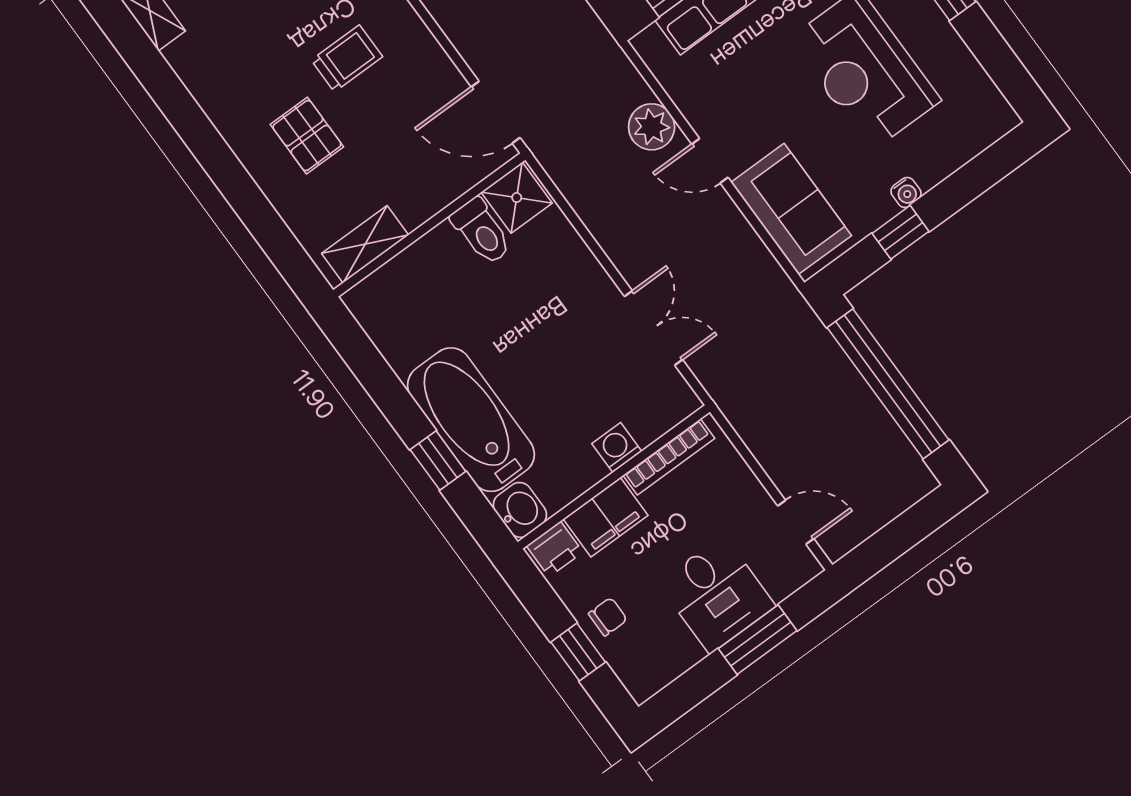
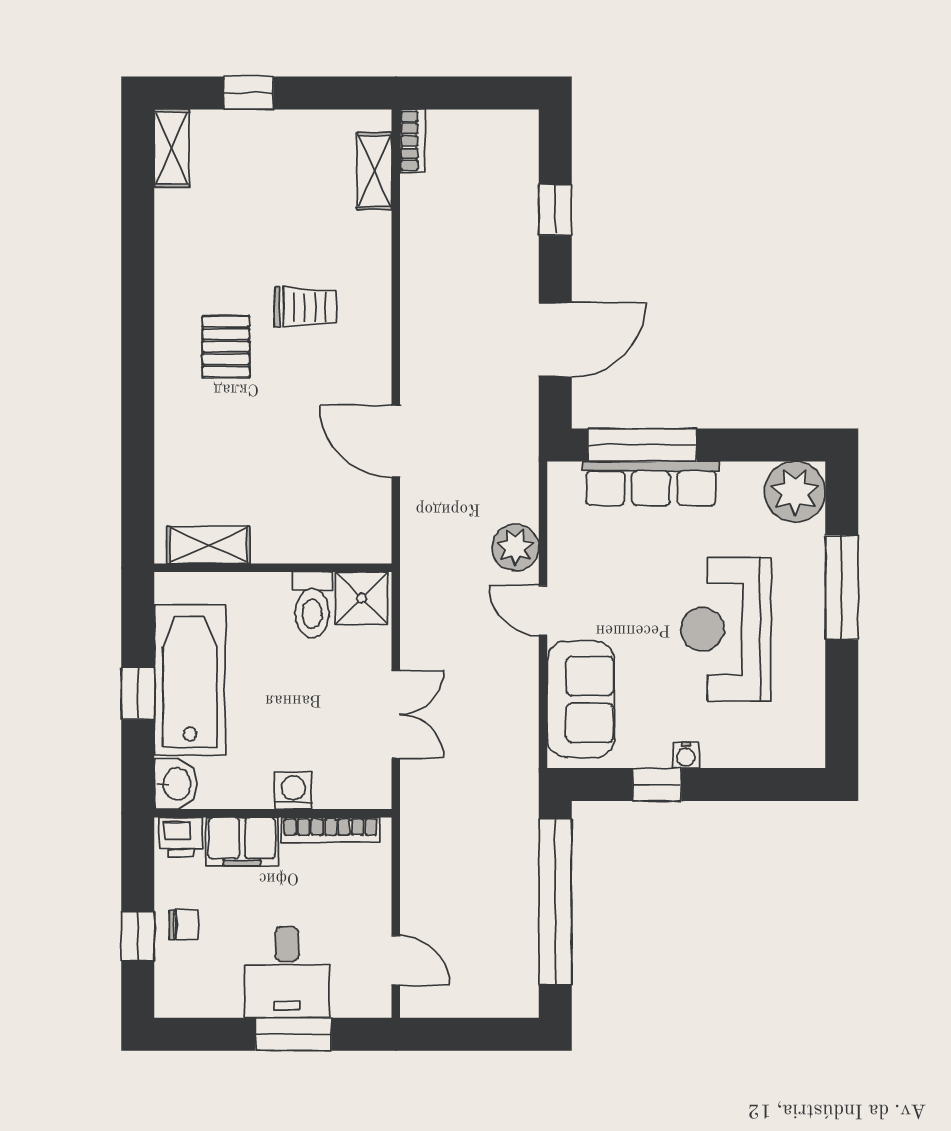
shower: (517, 198) -> (362, 598), moved
wall: (429, 225) -> (273, 568), moved
toilet: (482, 231) -> (312, 605), moved
shelving: (365, 244) -> (208, 545), moved

